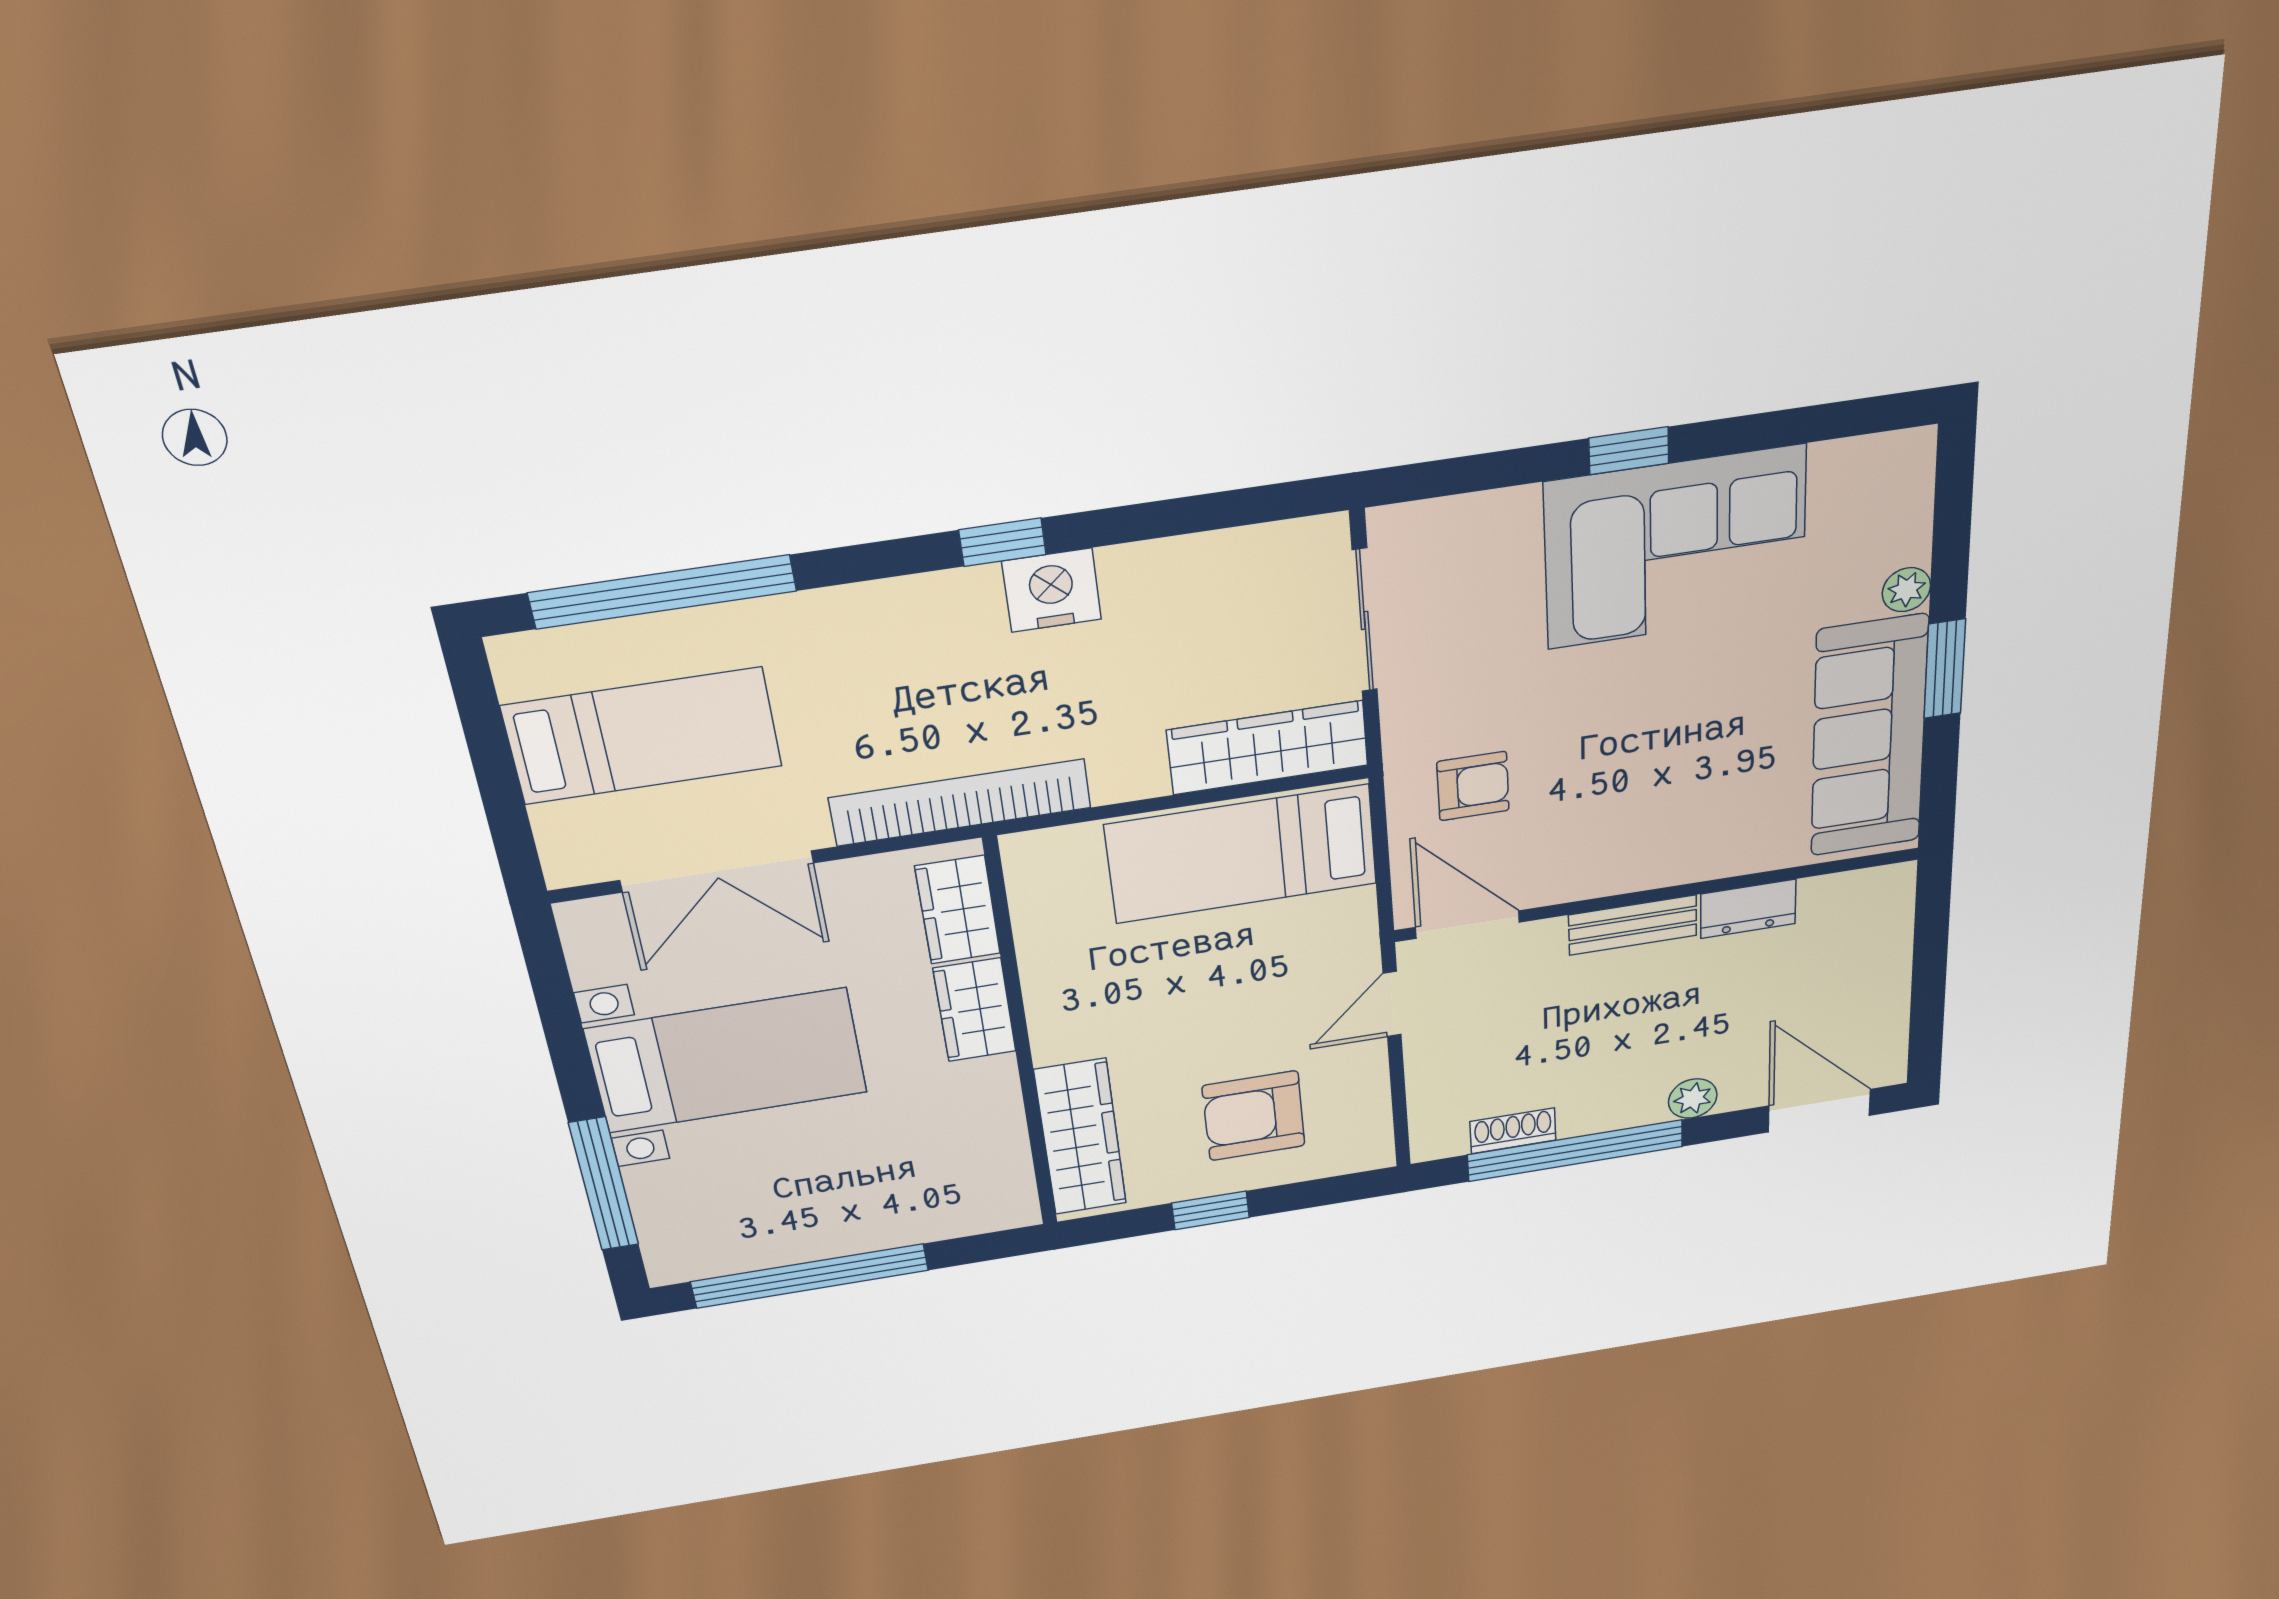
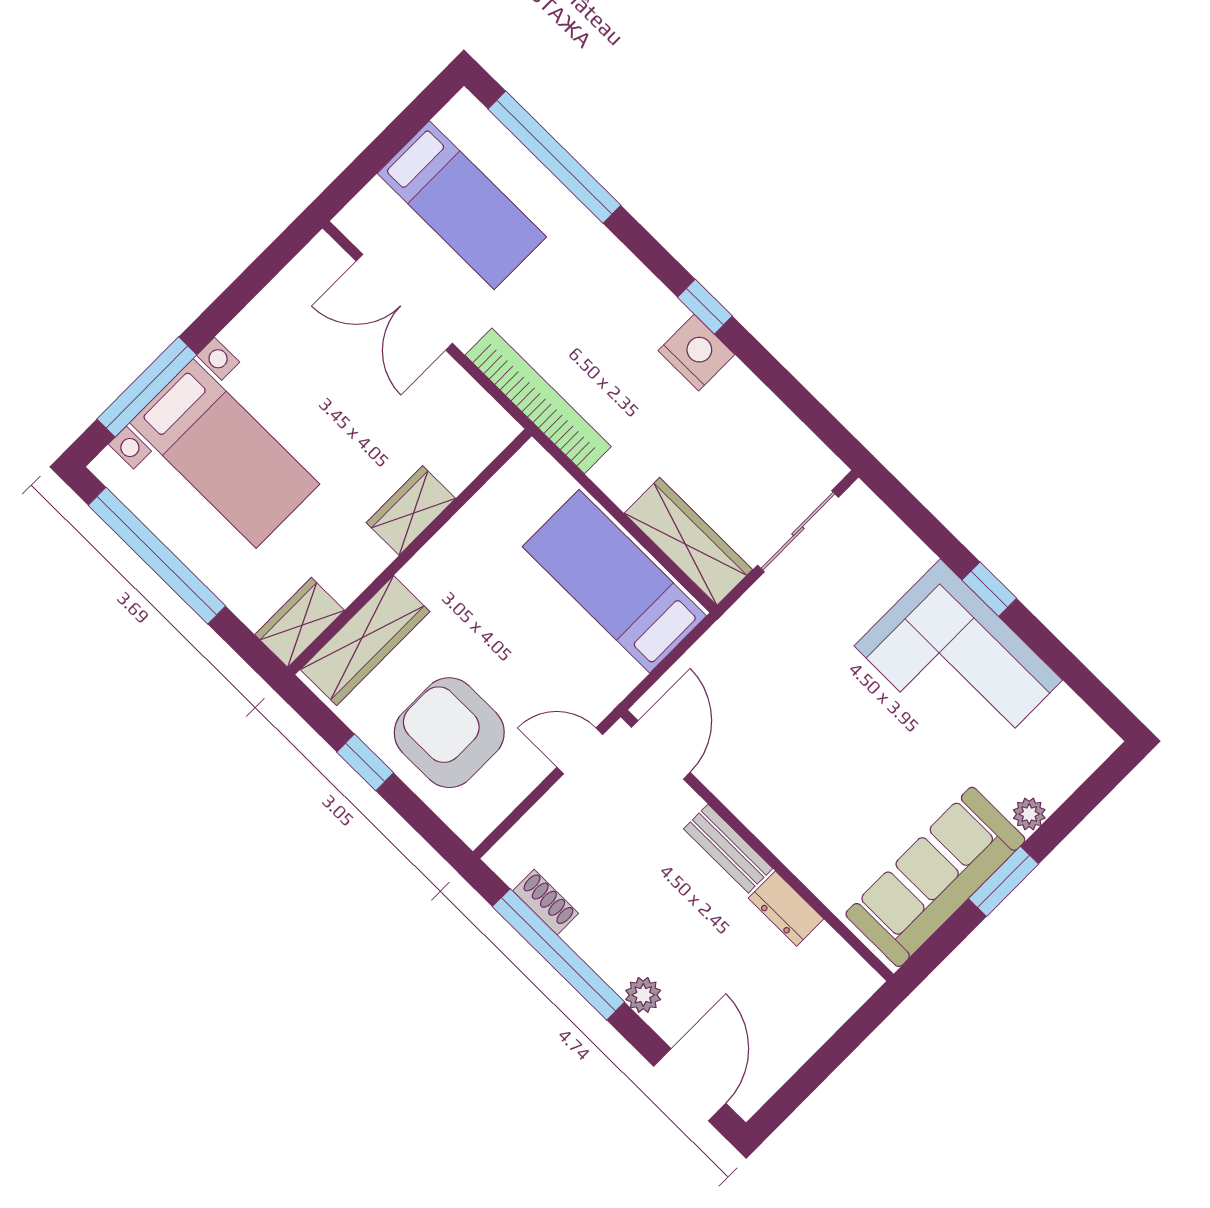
armchair: (1473, 786) -> (746, 676), removed
wardrobe: (958, 910) -> (300, 622), moved
bed with nightstands: (727, 1061) -> (225, 453), moved
armchair: (1254, 1116) -> (449, 733), width x1.36, depth x1.36

